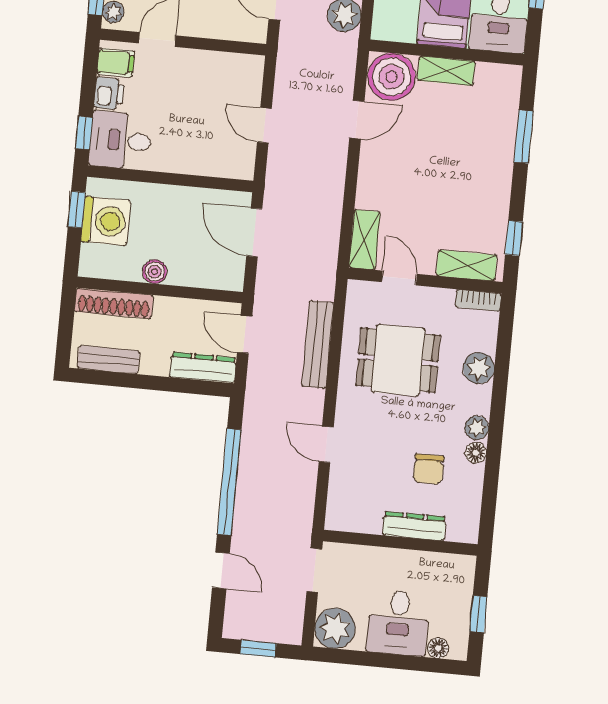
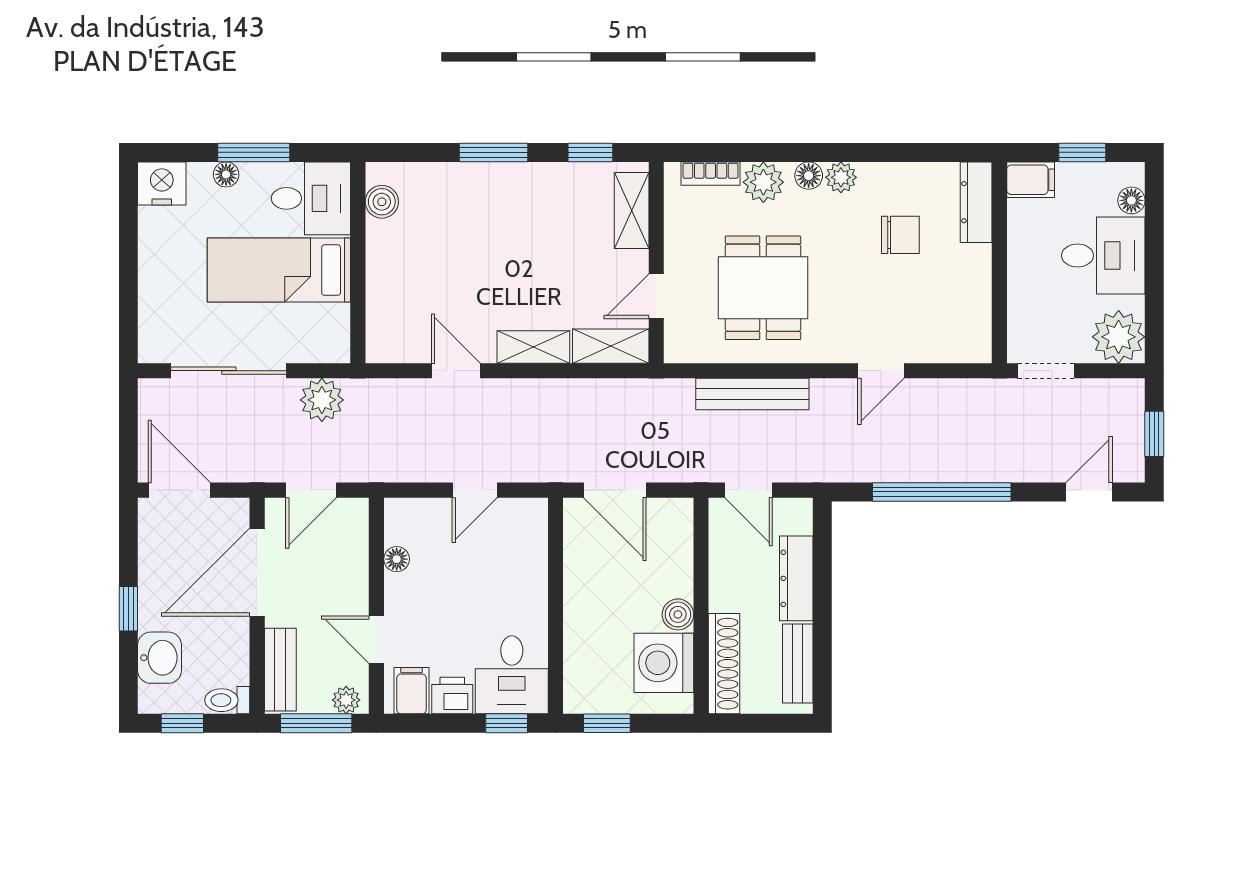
floor lamp: (217, 61) -> (397, 559), added
shelving: (446, 71) -> (533, 347), moved, turned 90
boiler: (392, 77) -> (382, 202), moved, width x0.54, depth x0.54
window: (524, 137) -> (494, 152), moved
washing machine: (106, 221) -> (664, 663), moved, turned -90
door: (254, 232) -> (615, 490), hinge flipped
bookcase: (478, 300) -> (711, 174), moved, turned 90
door: (245, 335) -> (748, 490), hinge flipped
dresser: (203, 367) -> (796, 578), moved
floor lamp: (476, 453) -> (809, 176), moved
dresser: (414, 526) -> (976, 202), moved
door: (221, 570) -> (1089, 492), moved
filing cabinet: (461, 573) -> (1031, 180), added

